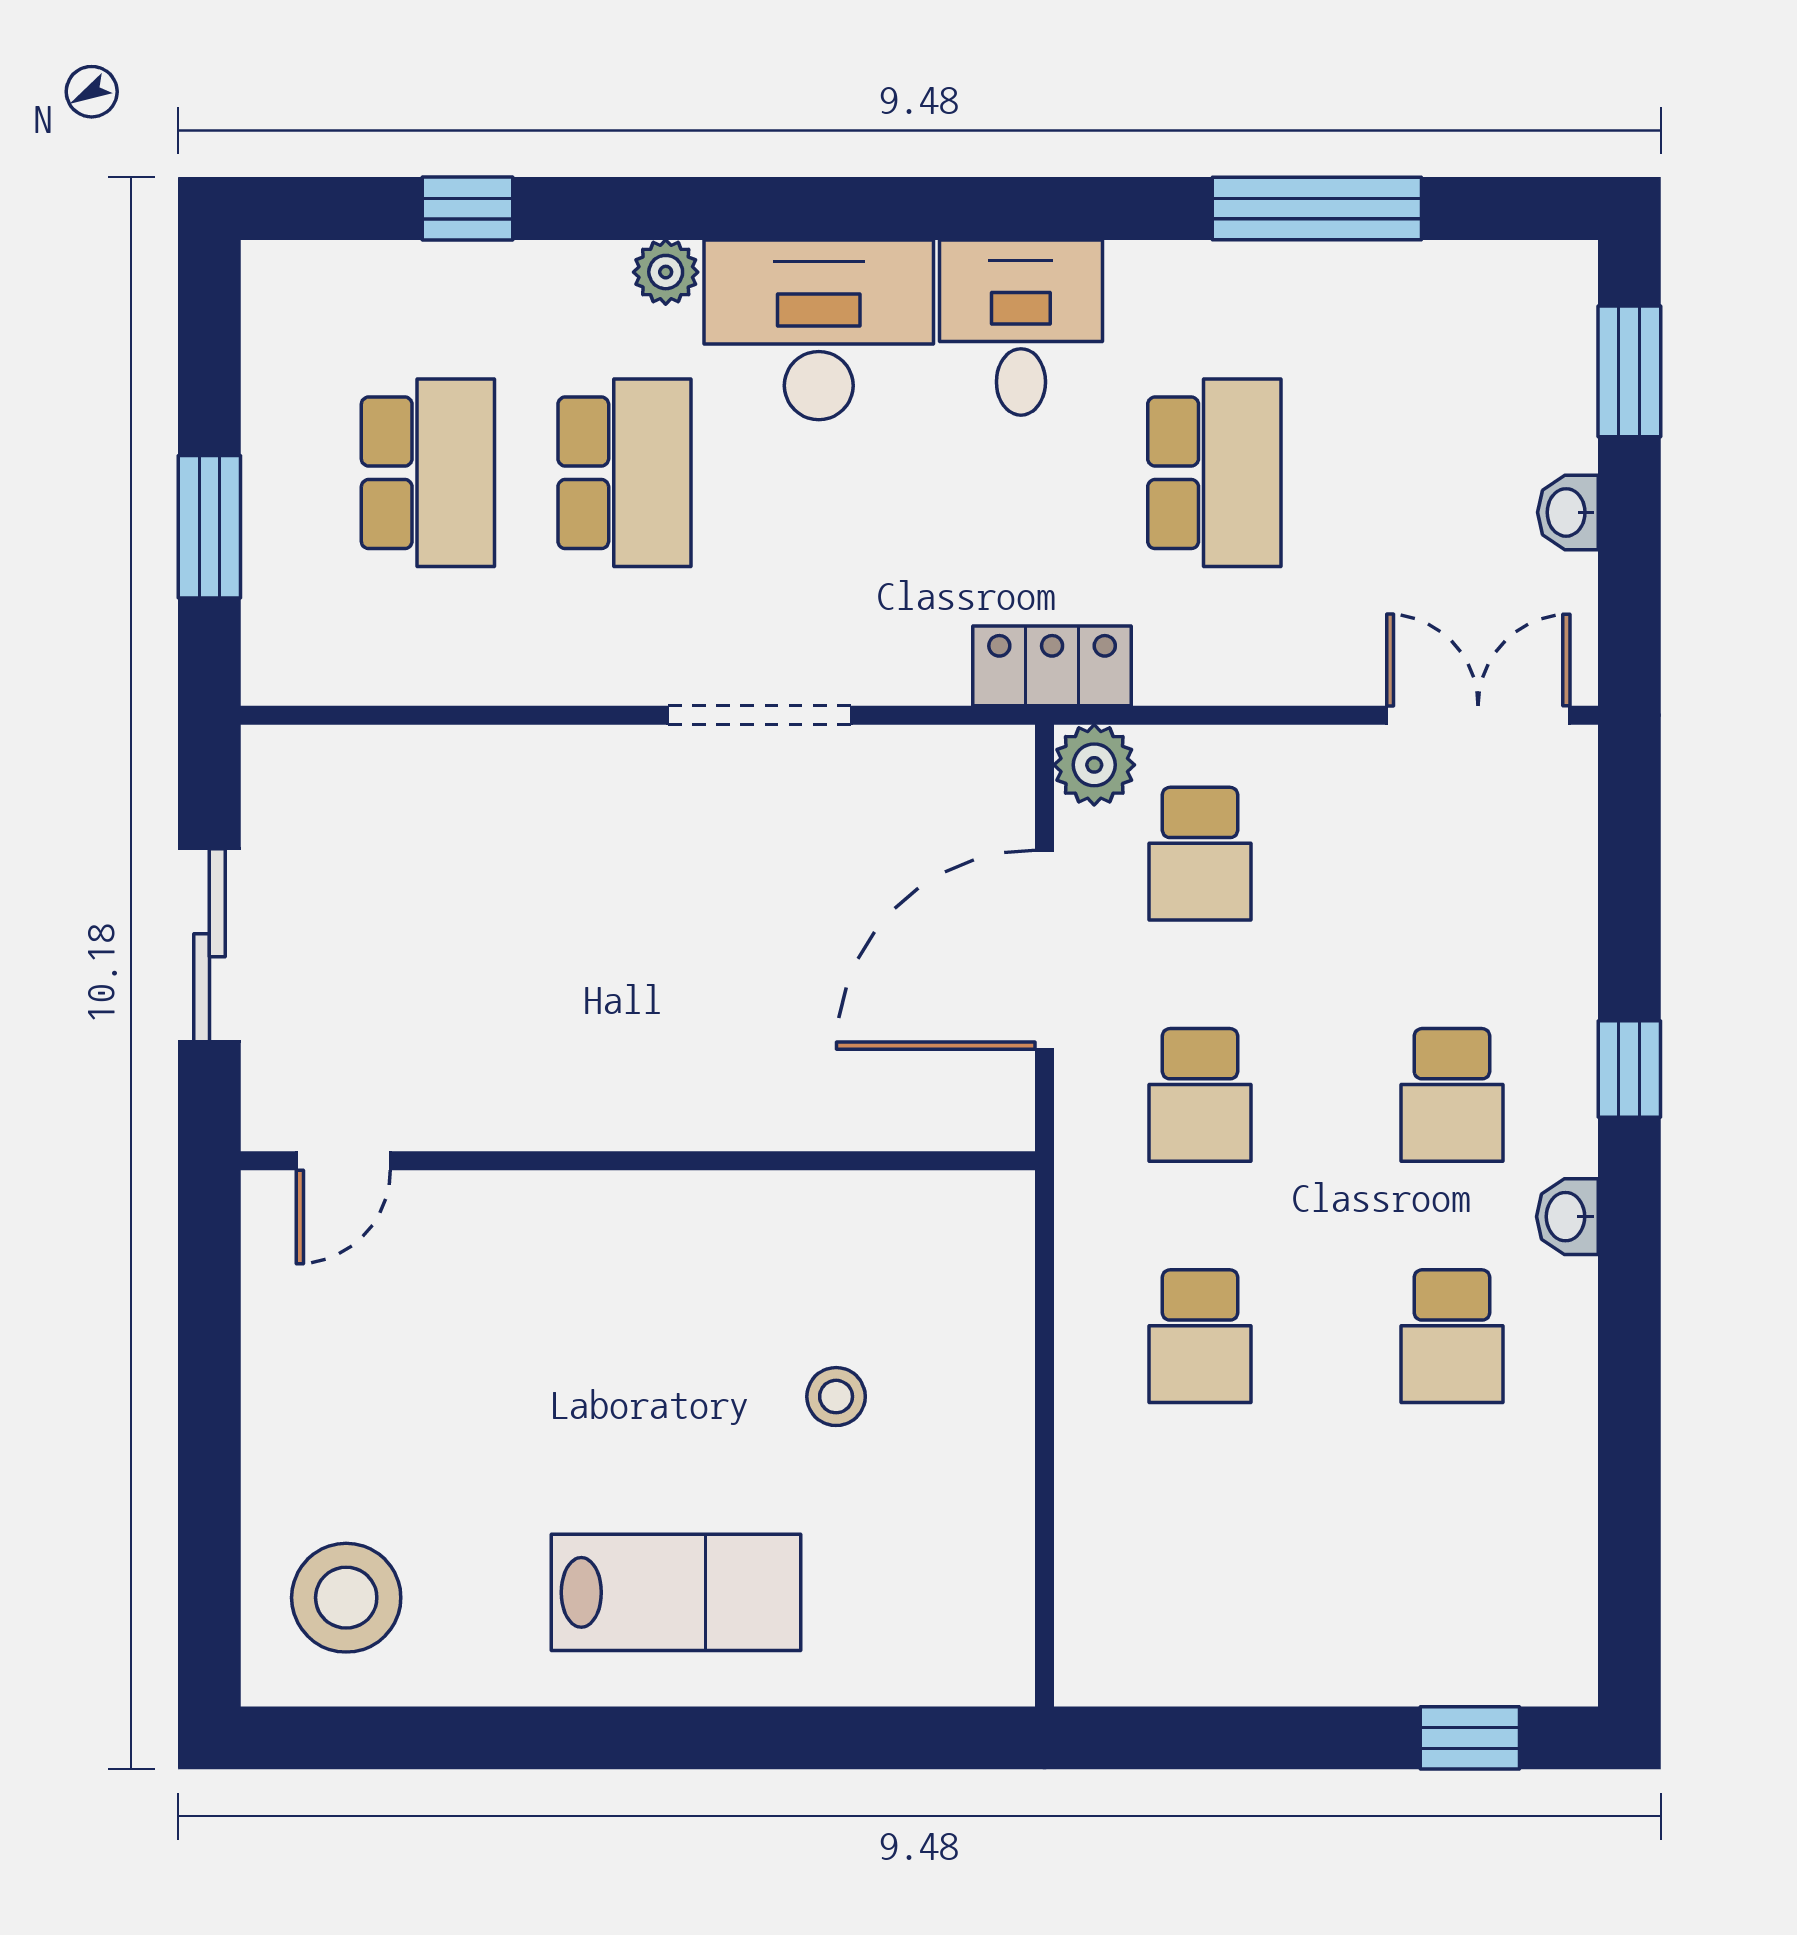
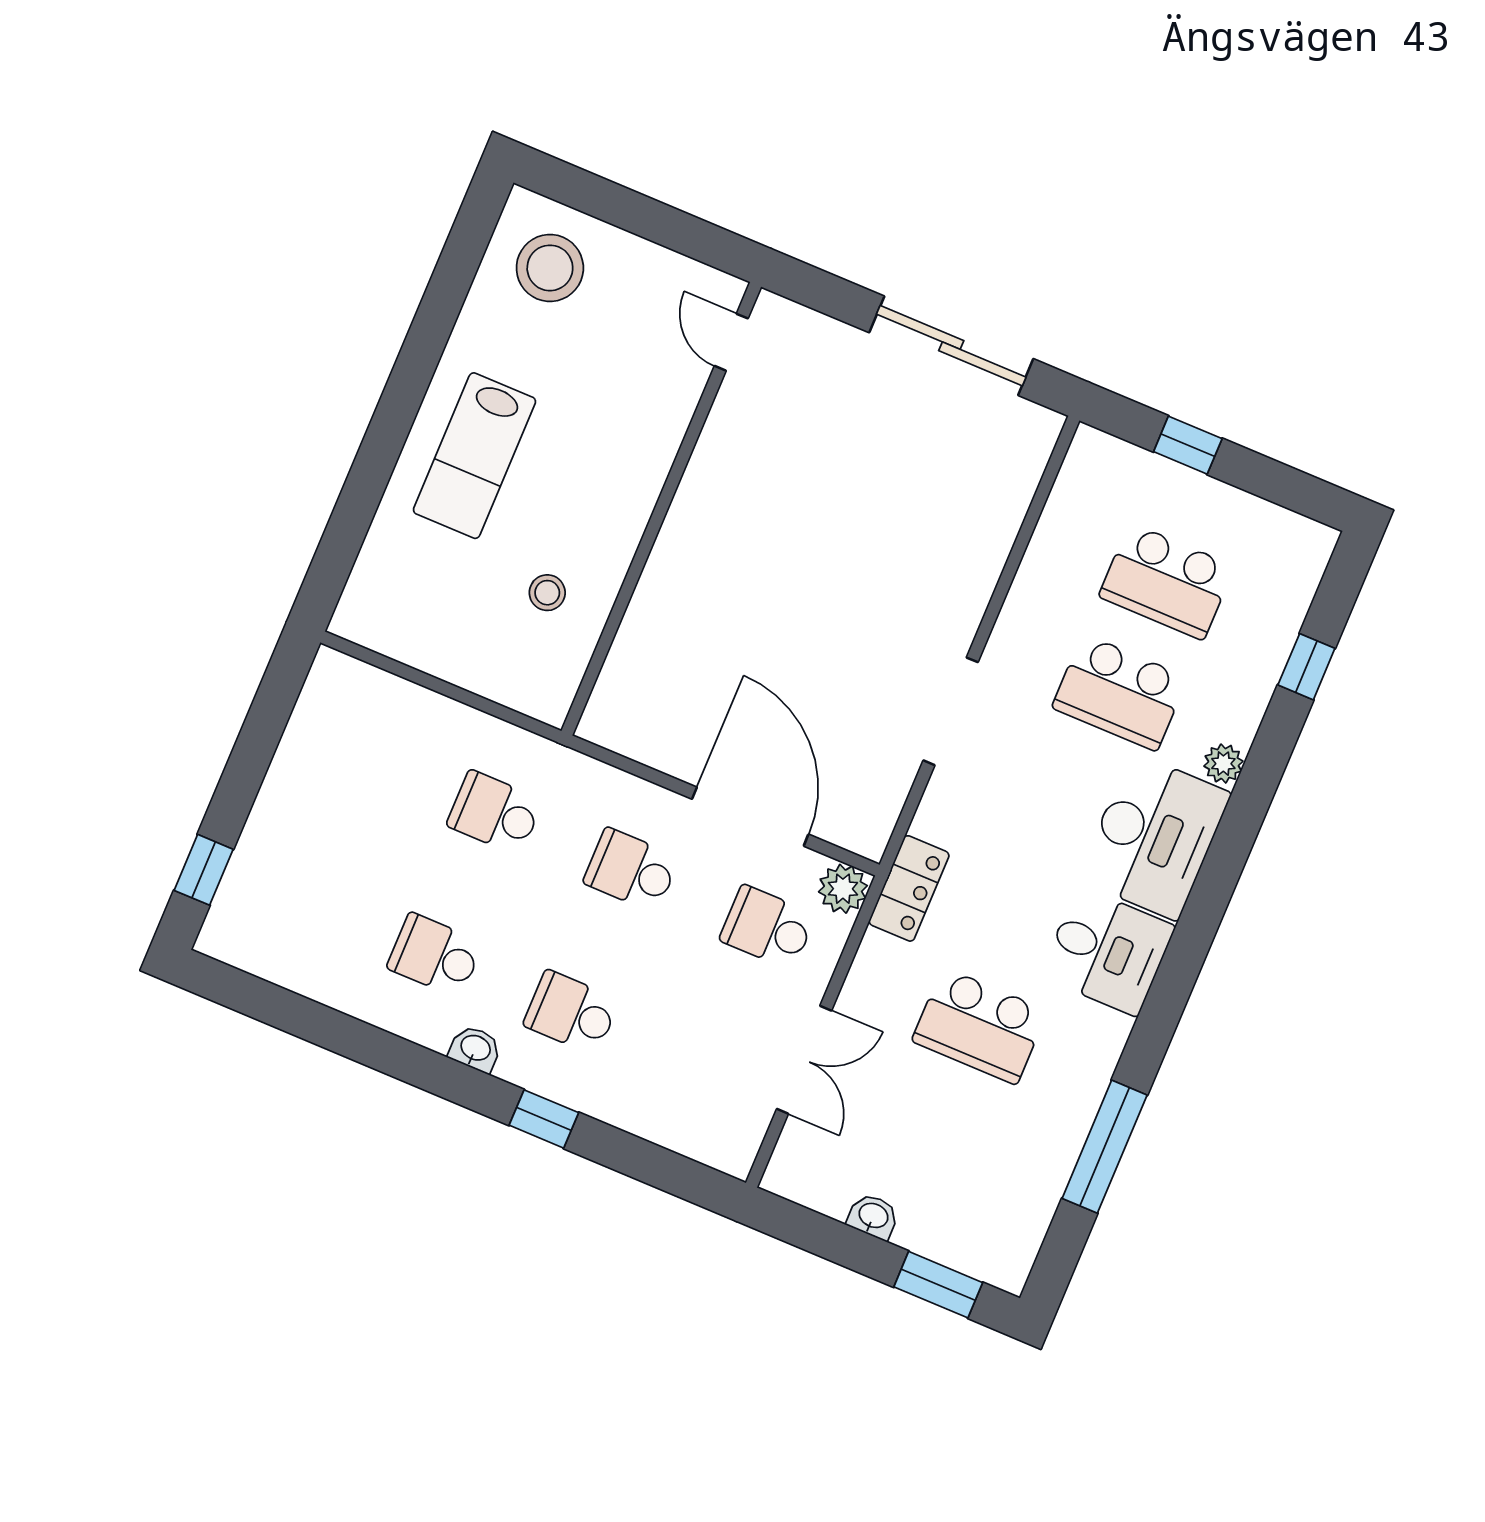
window: (209, 527) -> (1188, 445), width x0.67
double door: (1478, 715) -> (804, 1060), moved
sliding door: (209, 945) -> (951, 346), width x1.37
door: (343, 1161) -> (731, 342), moved
wall: (638, 1161) -> (661, 509), moved

